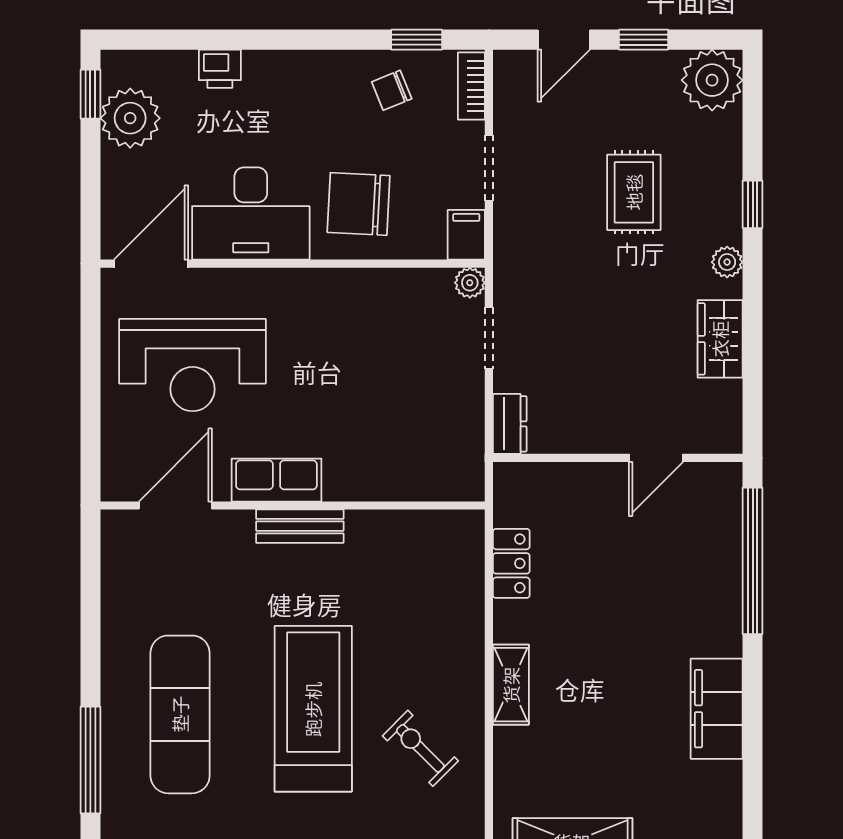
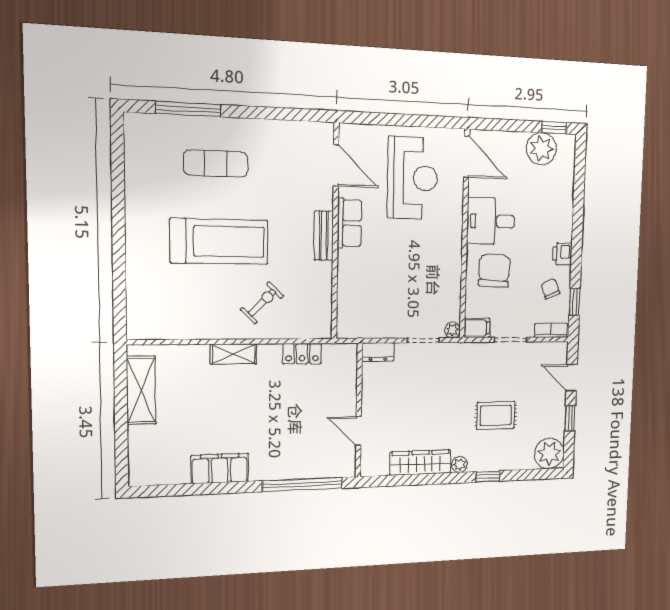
printer: (220, 69) -> (562, 254), moved
desk: (251, 214) -> (491, 221), width x0.73
wardrobe: (720, 339) -> (420, 463), width x1.50
reception desk: (193, 365) -> (413, 178), turned 180
exercise mat: (180, 714) -> (216, 164), width x0.73, depth x0.69
exercise bike: (420, 748) -> (262, 303), moved

